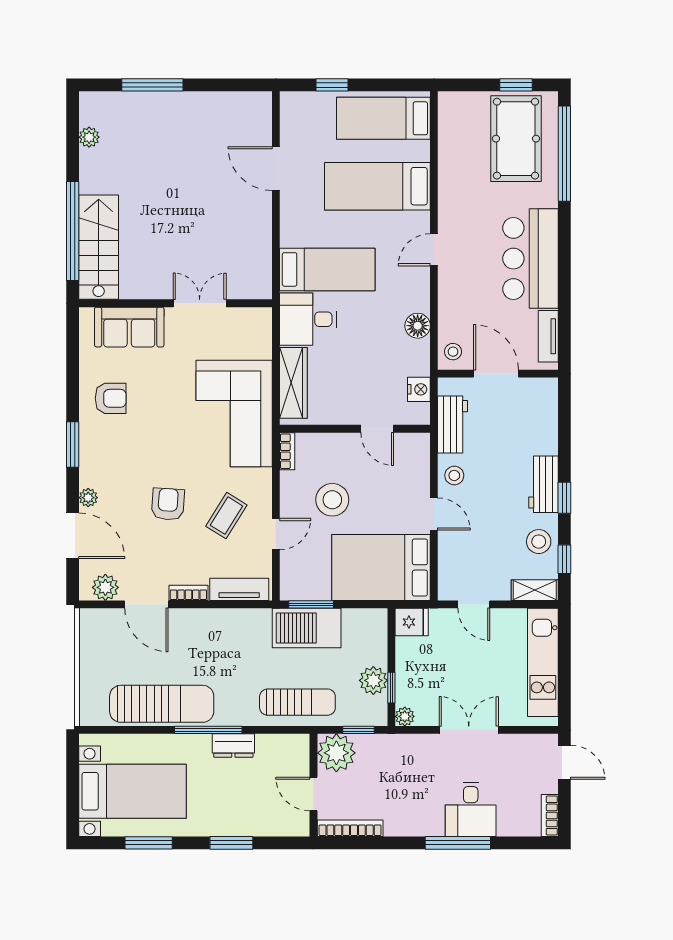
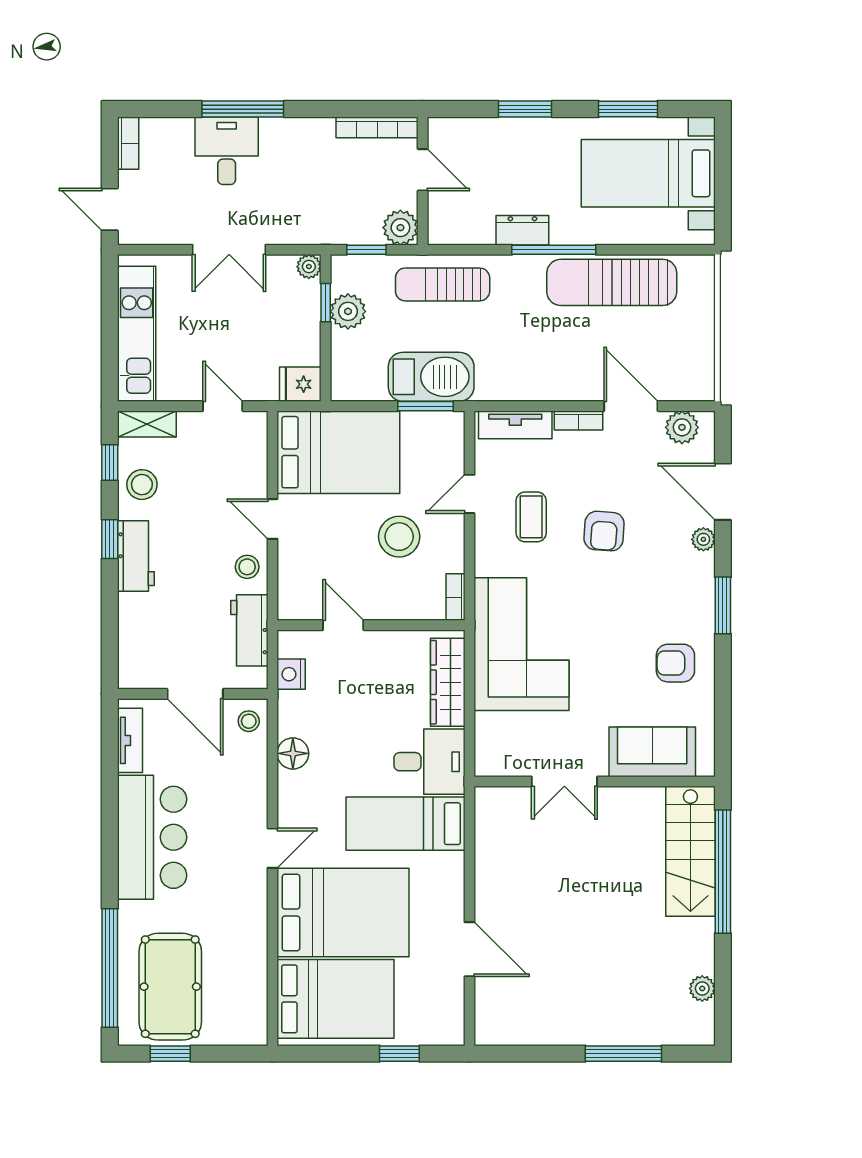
bed: (383, 118) -> (335, 999), width x1.50
bed: (377, 186) -> (343, 913), width x1.50
coffee table: (226, 516) -> (531, 517), turned -32
plant: (336, 753) -> (400, 228), width x0.73, depth x0.73

